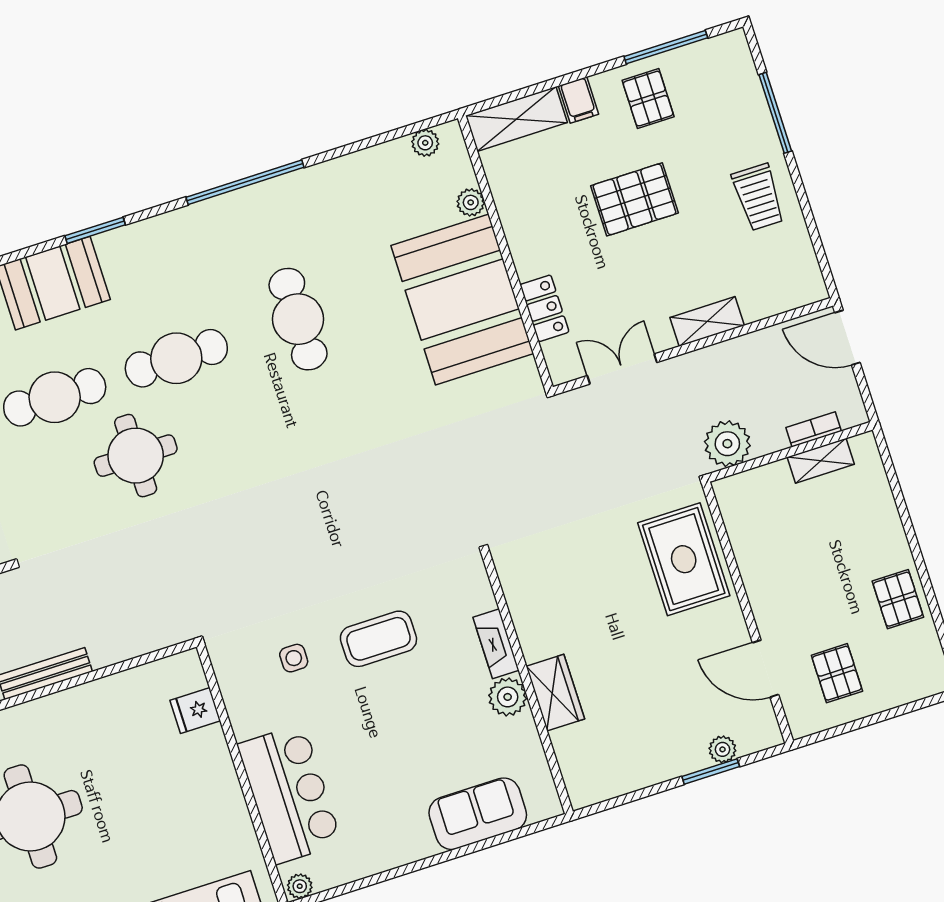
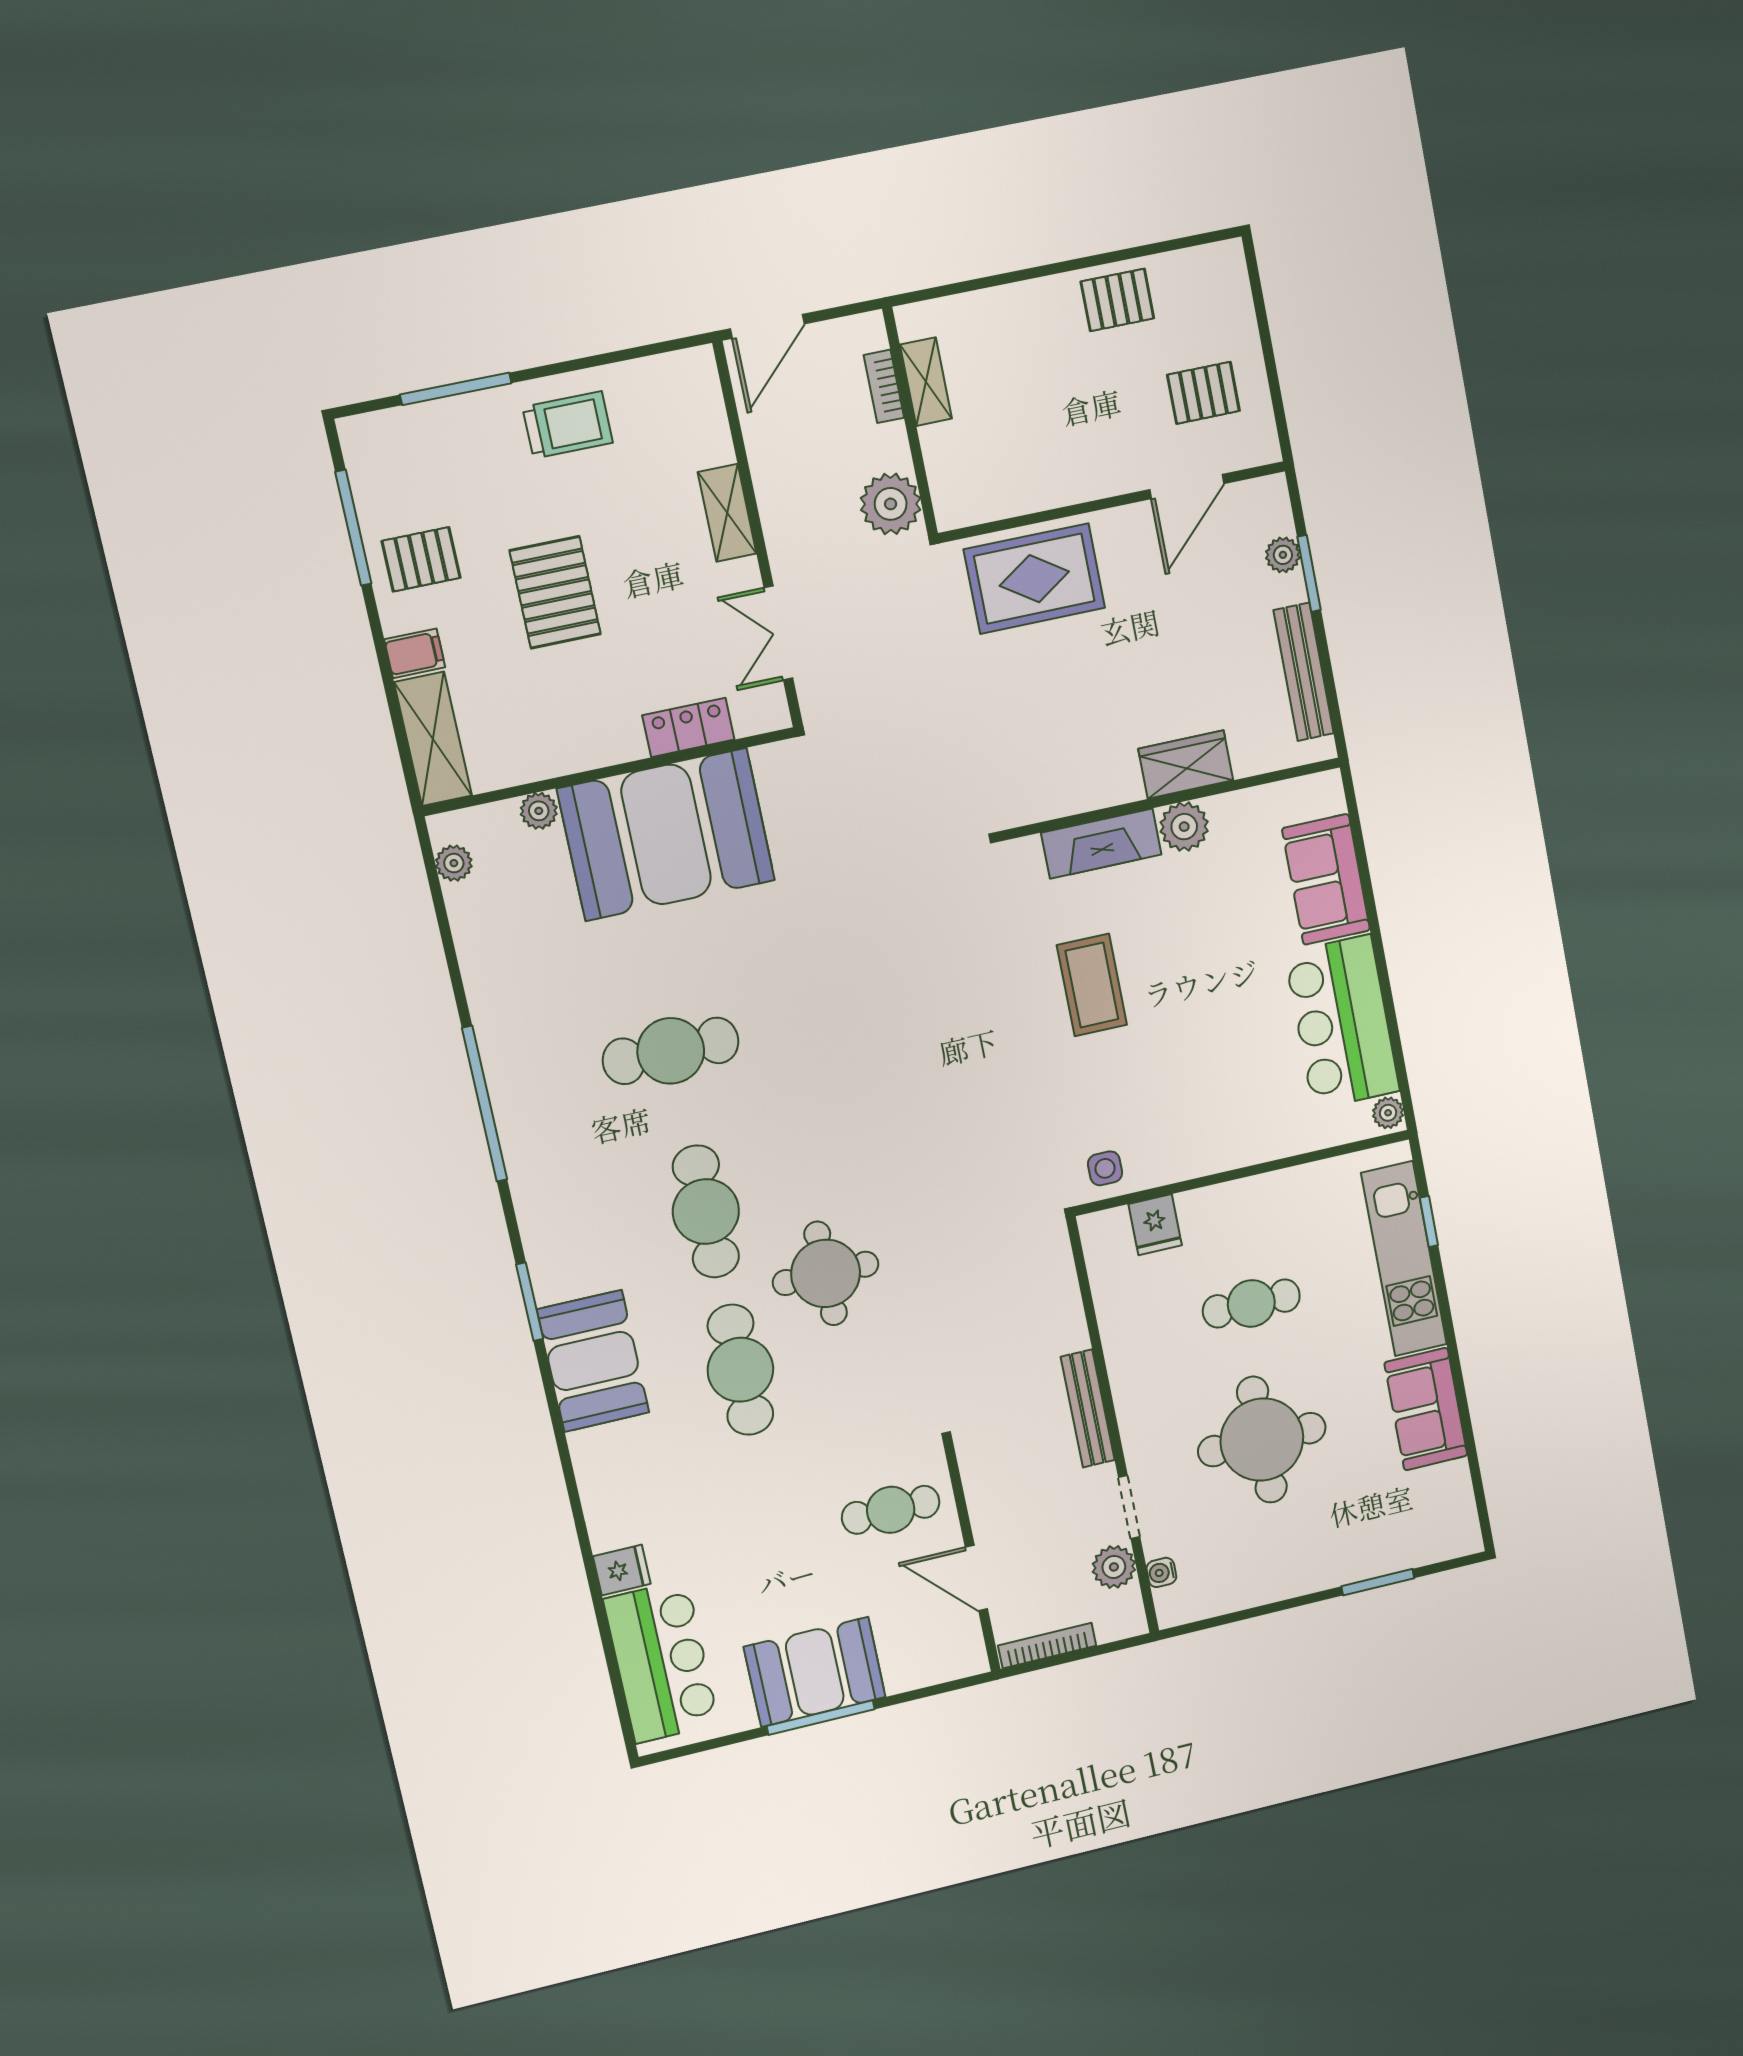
fireplace: (496, 644) -> (1101, 844), width x1.37, depth x1.32
side table: (294, 658) -> (1105, 1168), moved
bench: (635, 776) -> (1304, 672), added
bar counter: (289, 794) -> (1342, 1022), moved, turned -90
cafe table: (139, 795) -> (1251, 1303), added

